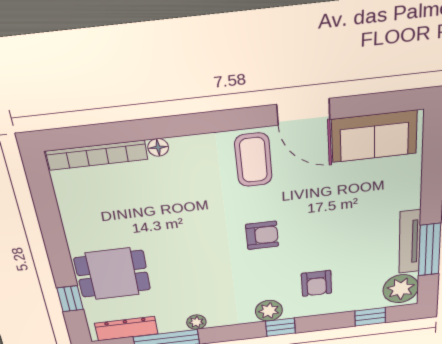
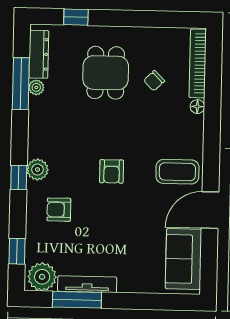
chair: (133, 204) -> (154, 81), added
dining table: (112, 274) -> (106, 73), moved
plant: (196, 322) -> (36, 87), moved

